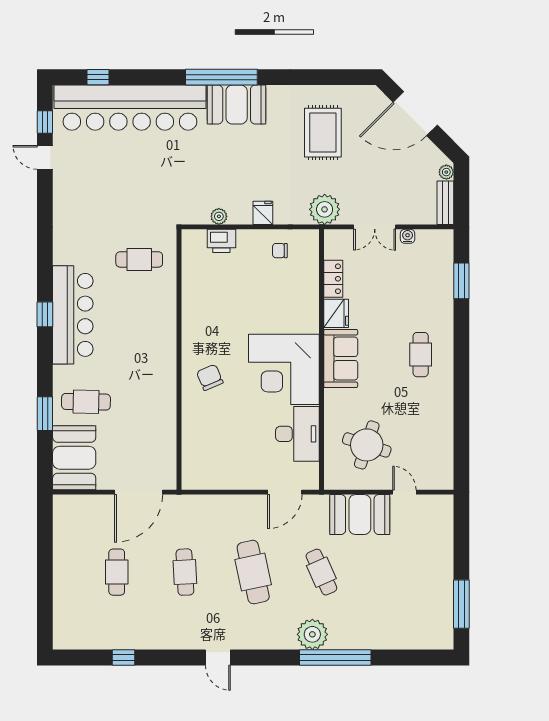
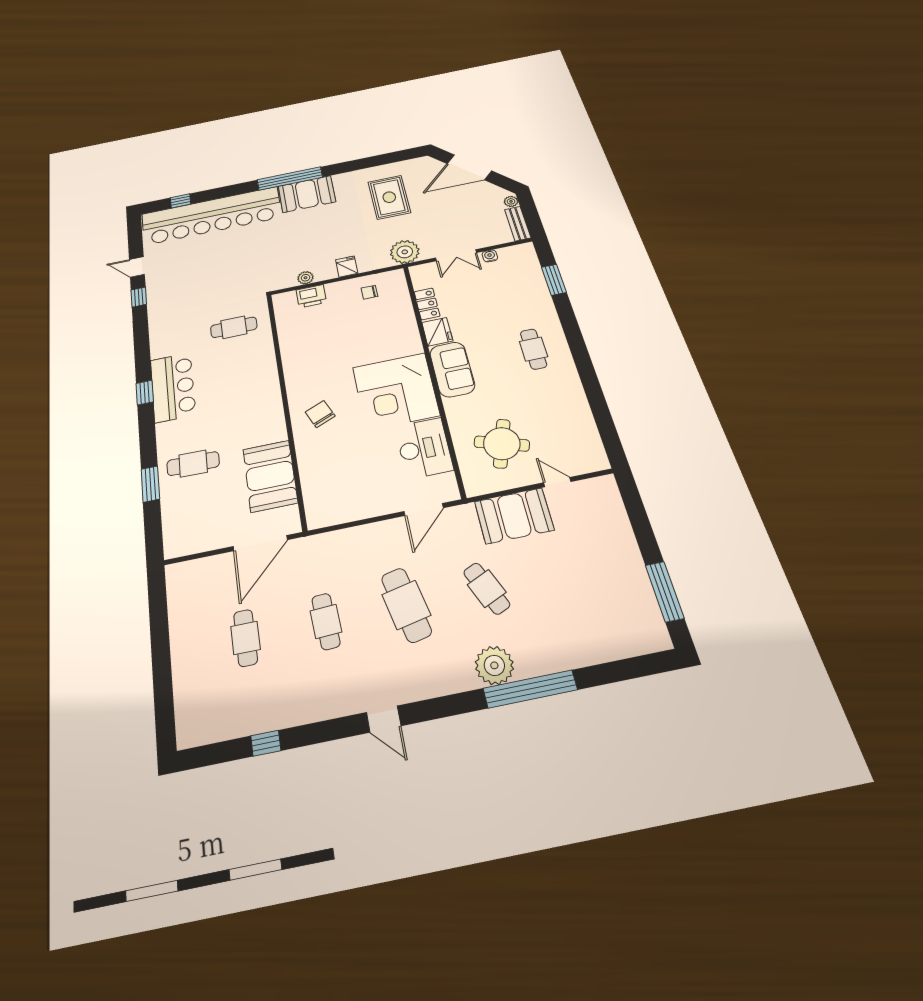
window: (45, 122) -> (139, 297), moved
bar counter: (73, 315) -> (173, 387), width x0.73
booth: (74, 458) -> (270, 476), moved

